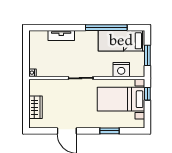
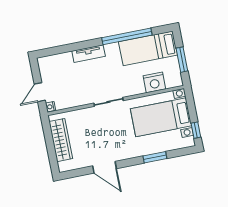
tv unit: (61, 35) -> (89, 54), moved
door: (26, 59) -> (40, 92), added
window: (147, 94) -> (196, 130), moved
wardrobe: (35, 107) -> (61, 140), width x1.50

